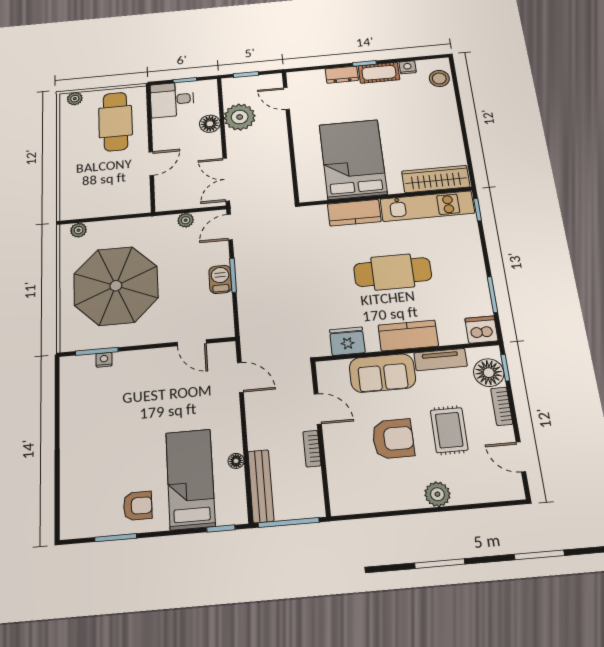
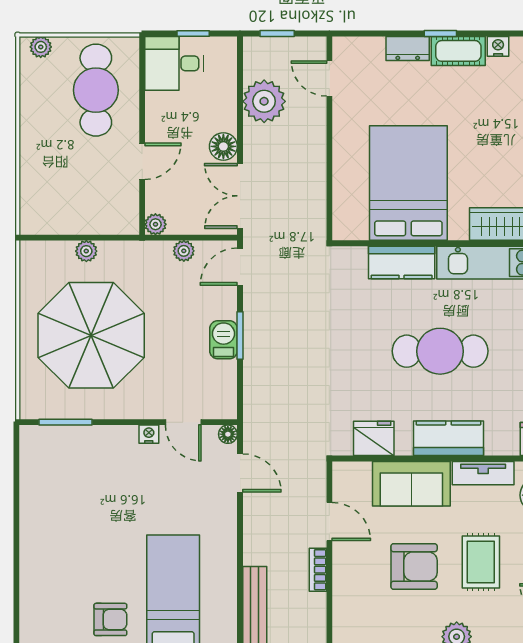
floor lamp: (210, 124) -> (223, 146), moved
plant: (163, 204) -> (155, 224), added
plant: (79, 230) -> (86, 251), moved
nightstand: (104, 360) -> (149, 434), moved
floor lamp: (236, 461) -> (228, 434), moved

